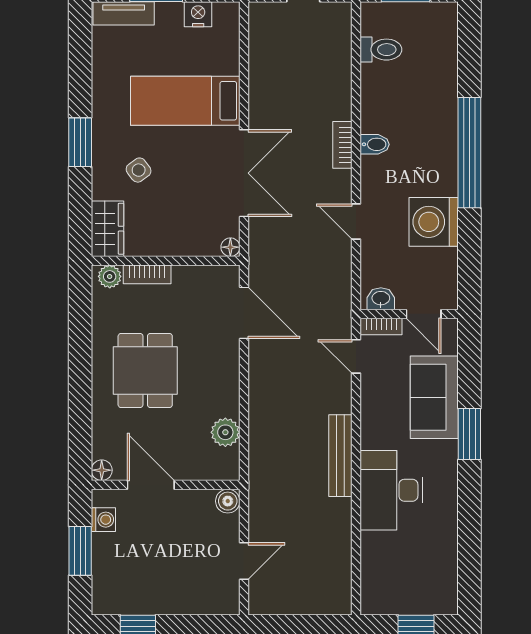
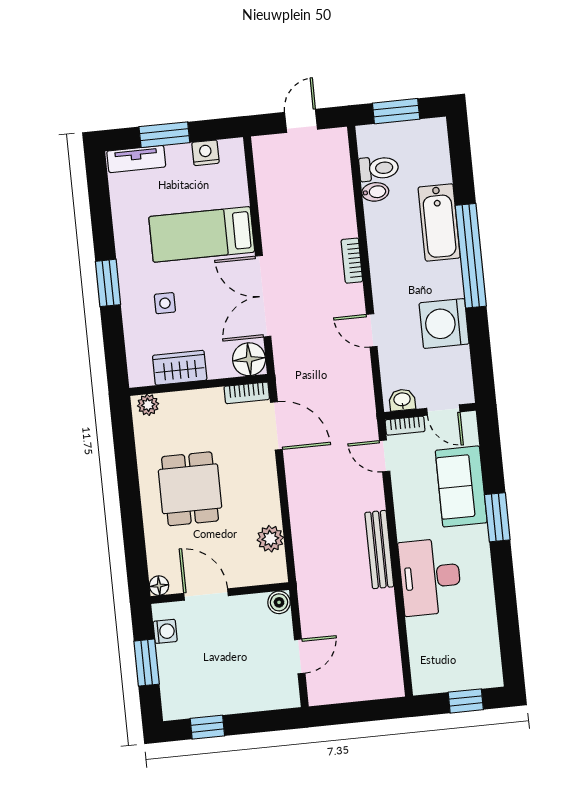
bathtub: (439, 114) -> (439, 222), added
bidet: (375, 144) -> (375, 192), moved
side table: (139, 170) -> (165, 303), turned 37
double door: (244, 173) -> (263, 296), swing flipped
wardrobe: (107, 229) -> (180, 368), moved, turned -90
floor lamp: (230, 247) -> (249, 359), width x1.89, depth x1.89
bookcase: (147, 274) -> (247, 393), moved

